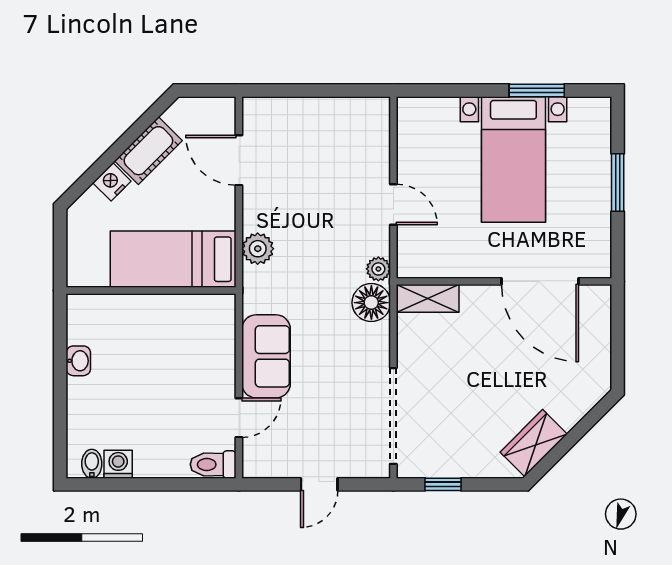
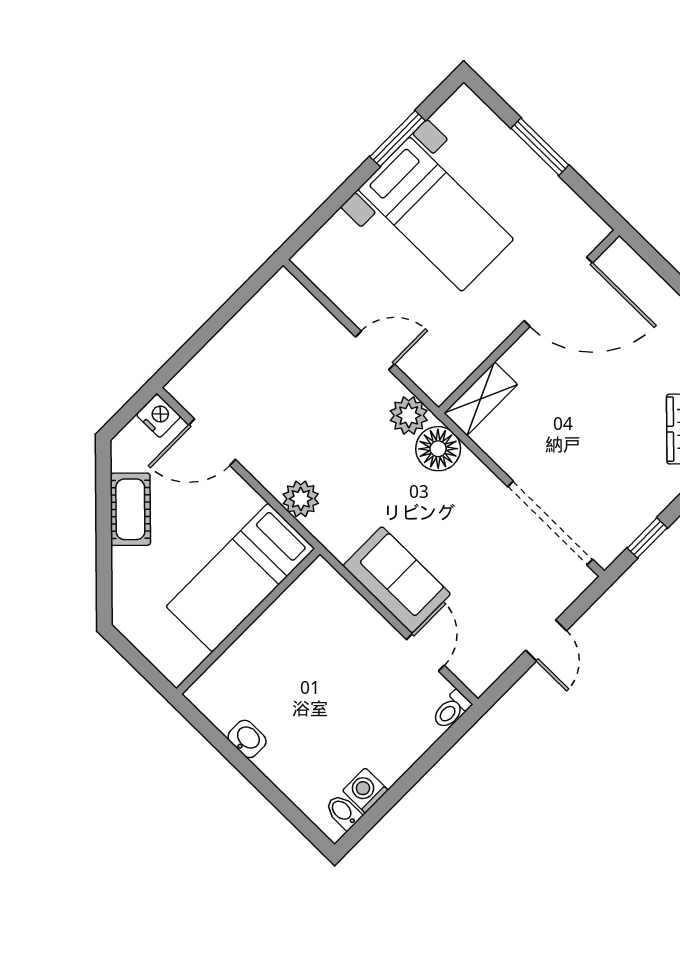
nightstand: (112, 182) -> (159, 416), moved, turned 135
plant: (378, 269) -> (409, 415), width x1.38, depth x1.38
toilet: (213, 464) -> (451, 710), width x0.73, depth x0.72

